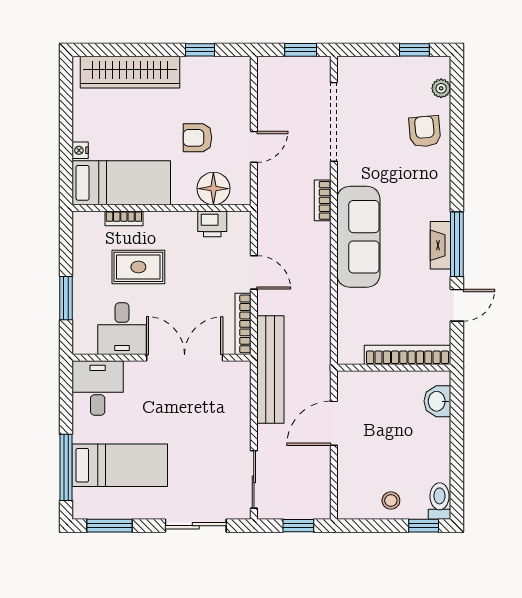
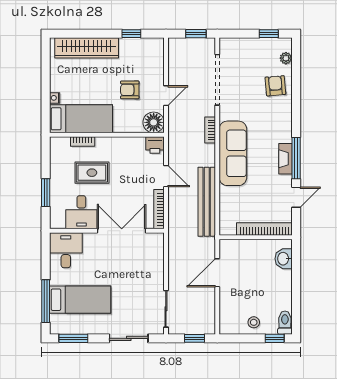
floor lamp: (213, 189) -> (154, 122), moved
printer: (212, 224) -> (155, 145), moved
bench: (270, 369) -> (207, 202), moved

